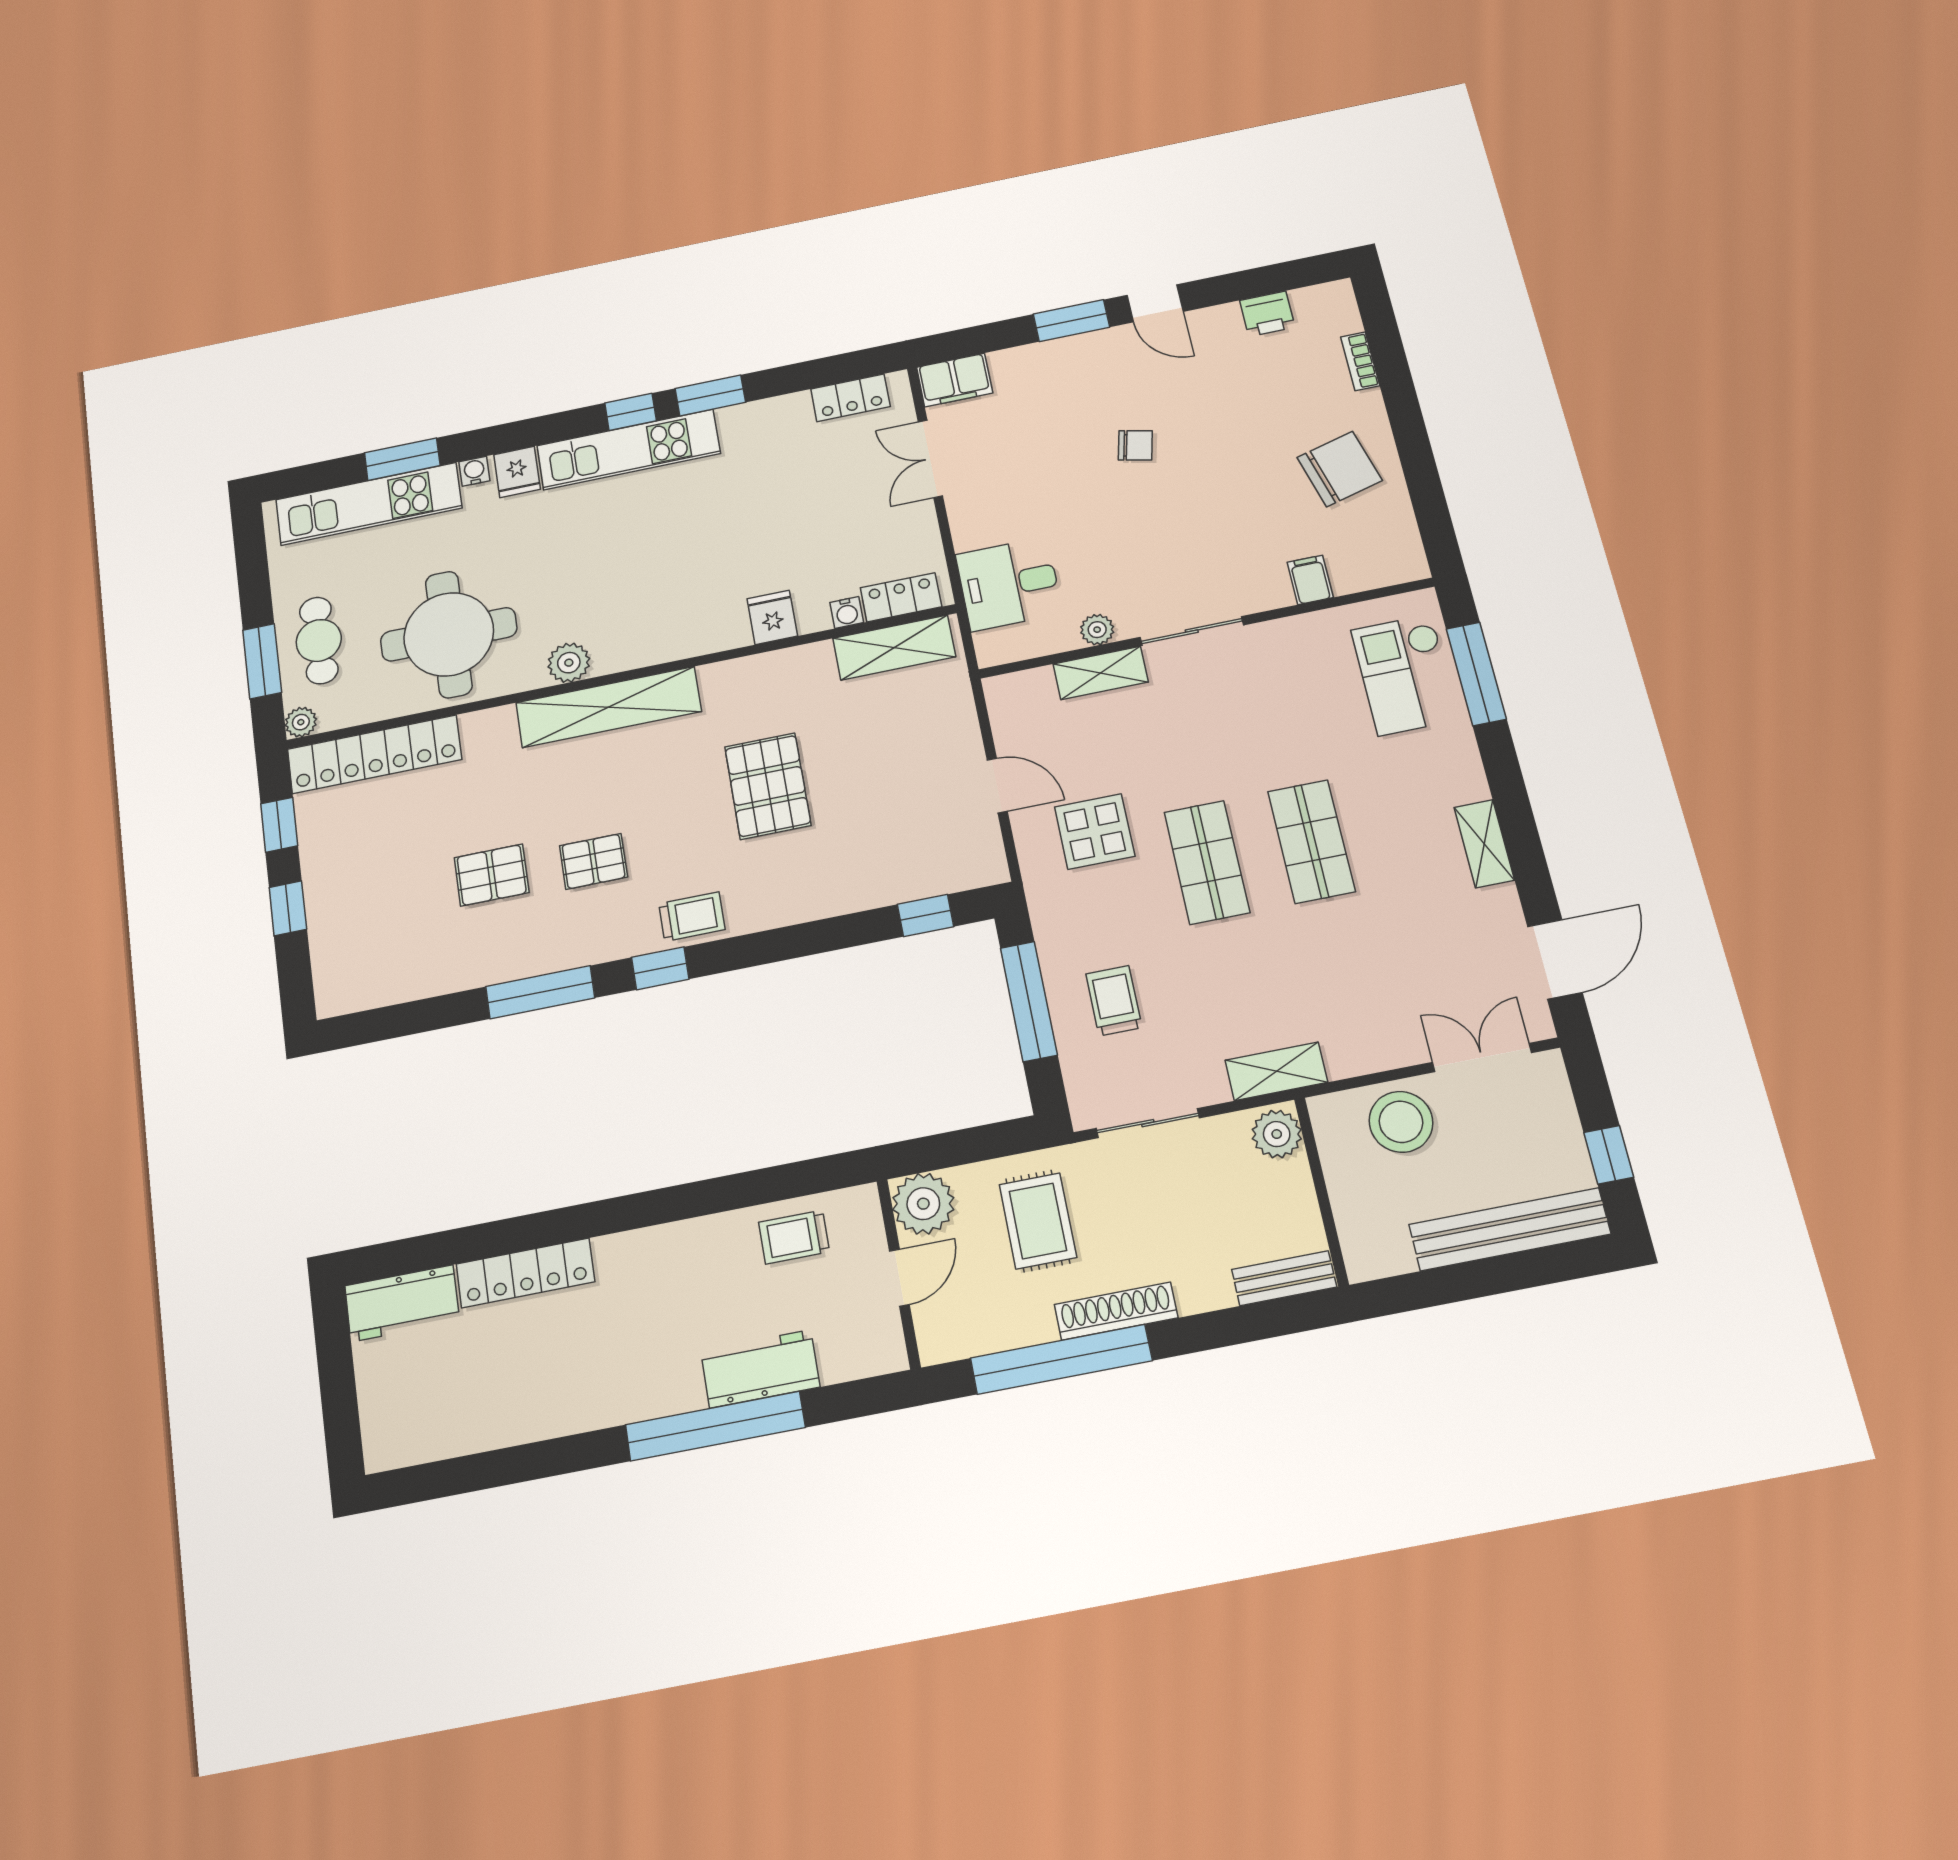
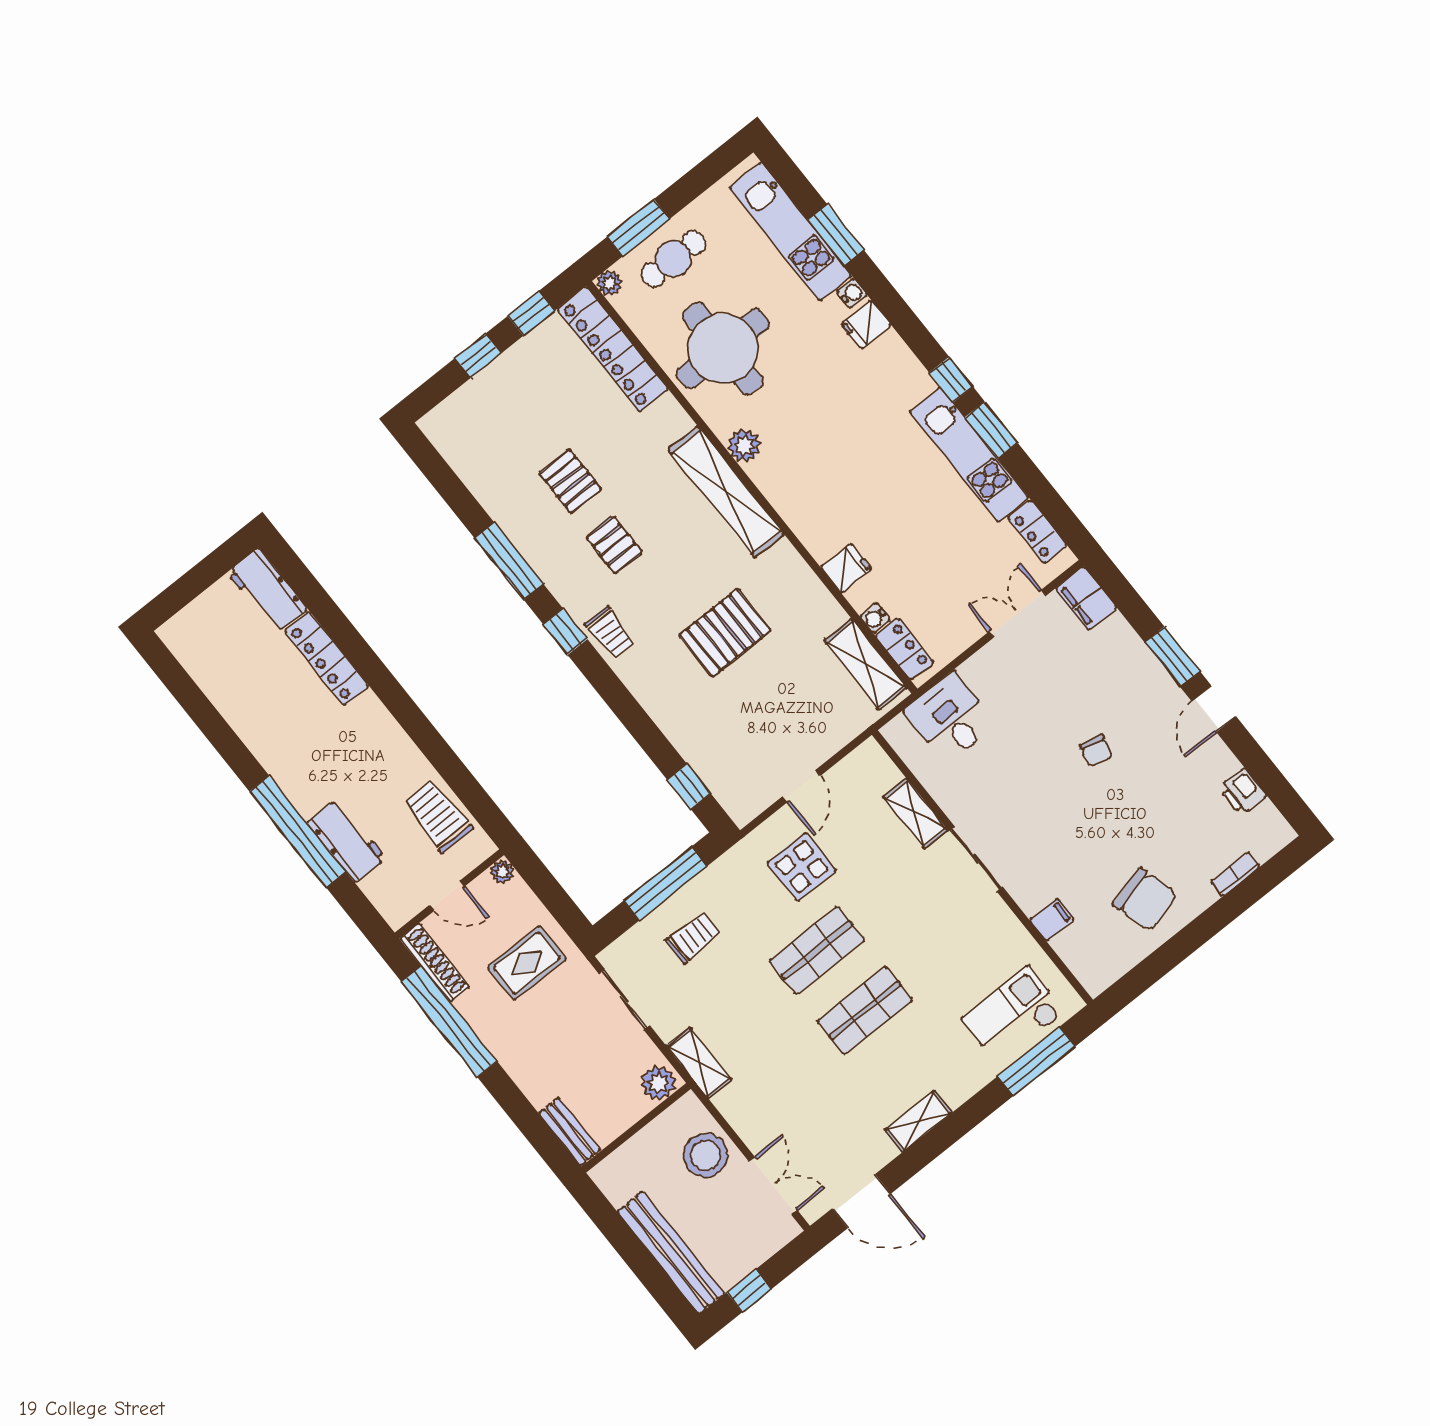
kitchen unit: (629, 450) -> (969, 455), moved
plant: (1097, 630) -> (946, 795), removed
plant: (923, 1204) -> (502, 871), width x0.53, depth x0.53
trolley: (794, 1237) -> (438, 816), width x1.36, depth x1.39
shoe rack: (1116, 1311) -> (435, 963), moved

